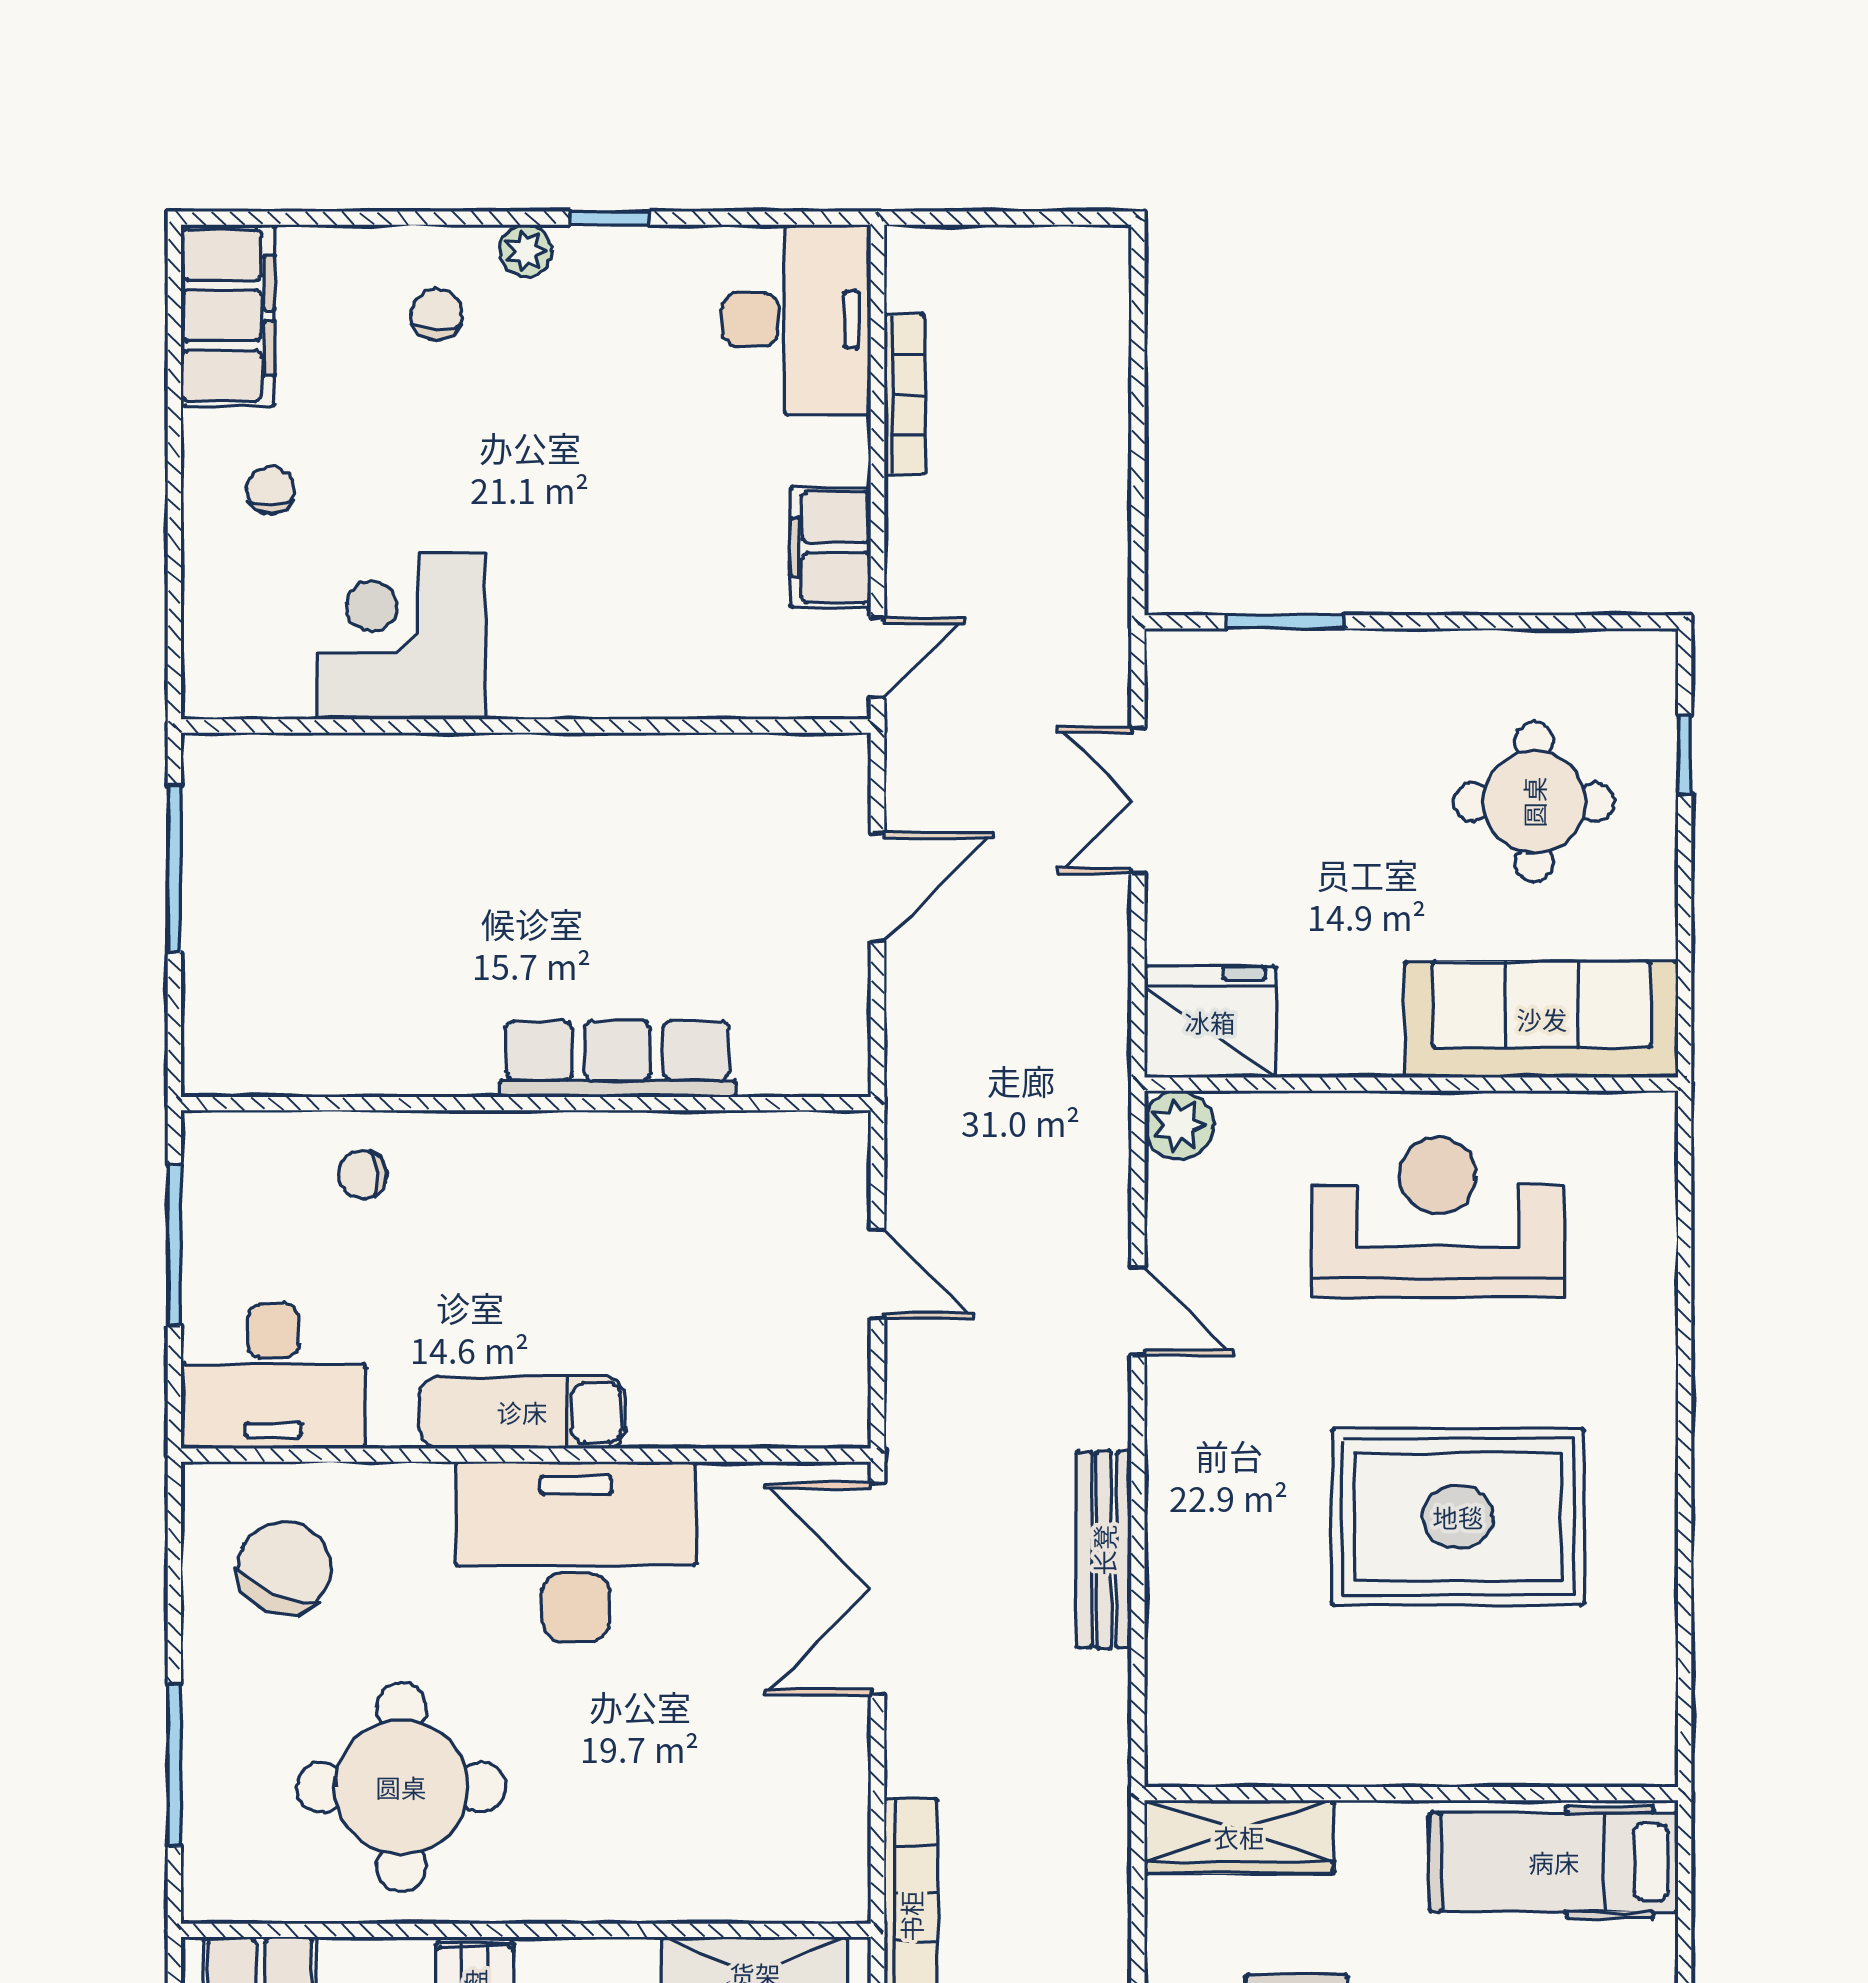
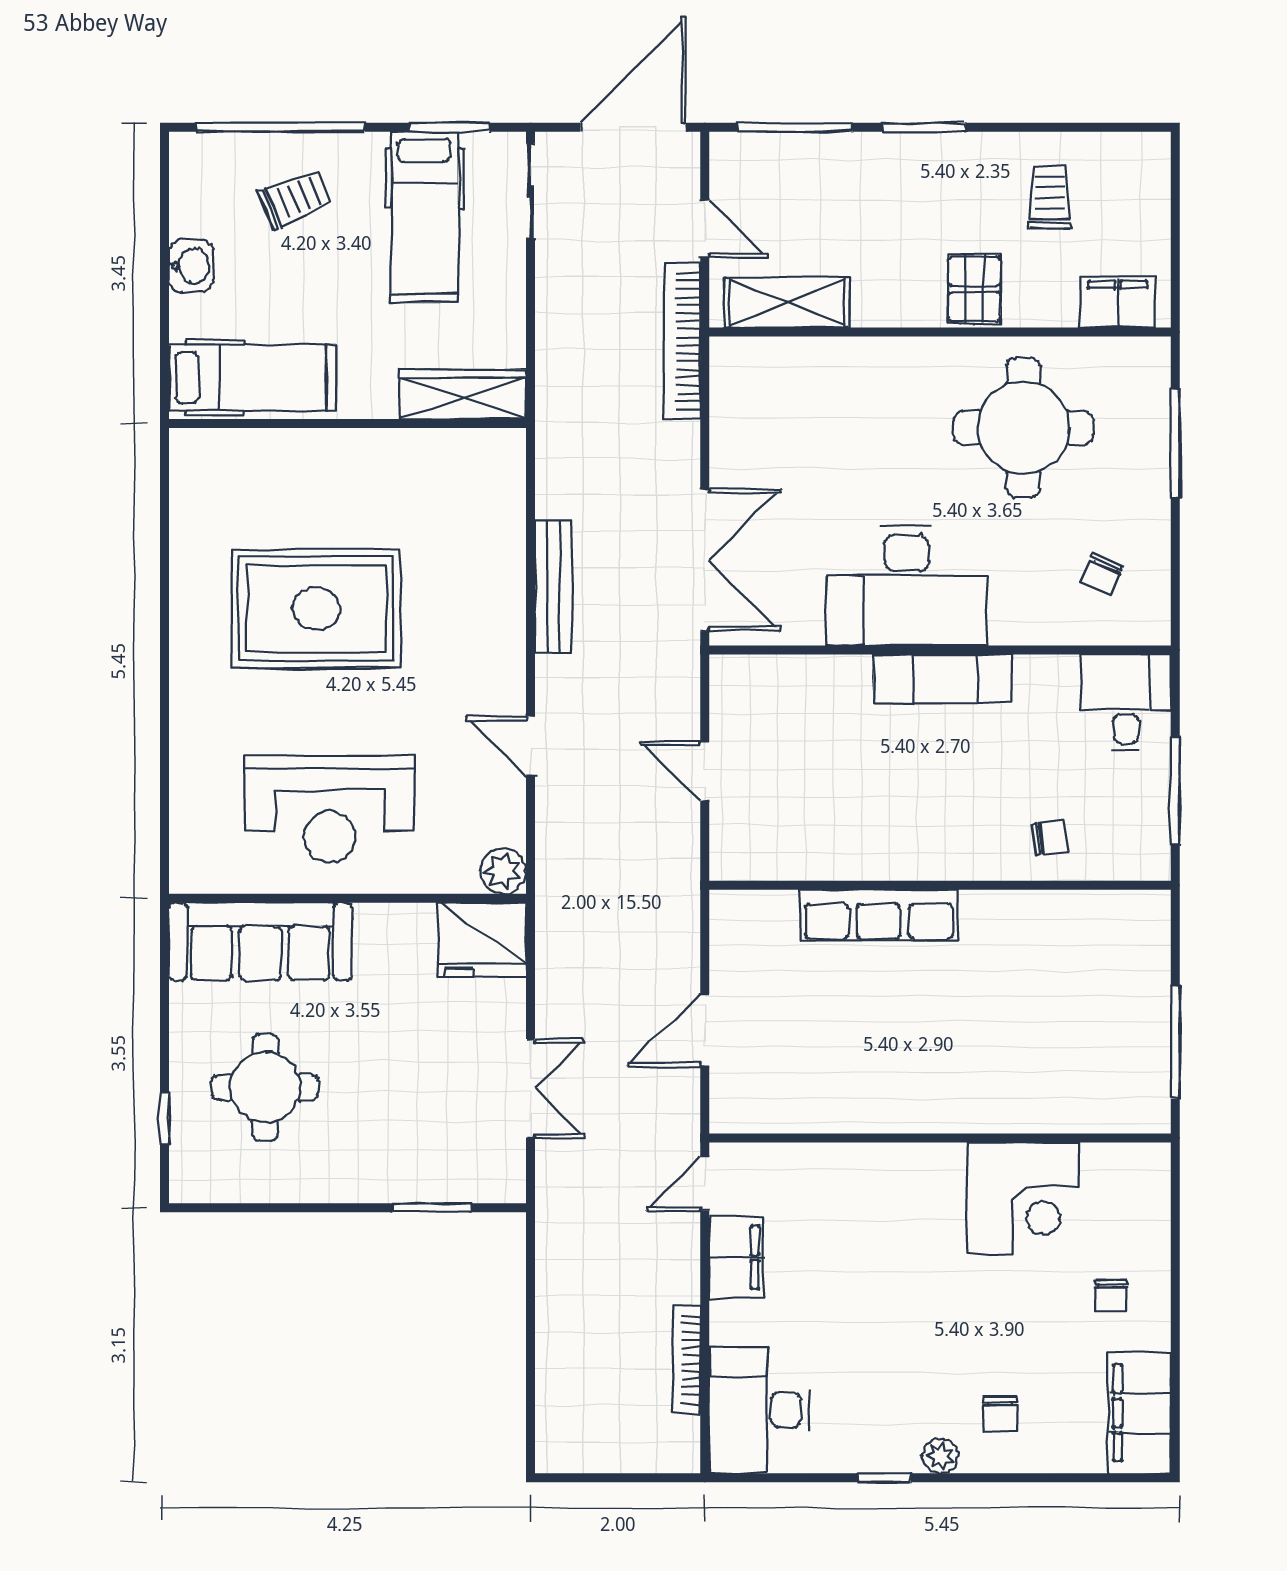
desk: (273, 1376) -> (1126, 703), width x0.73
chair: (284, 1568) -> (1102, 575), width x0.54, depth x0.54

